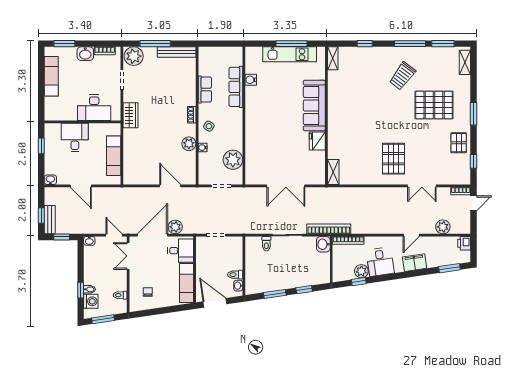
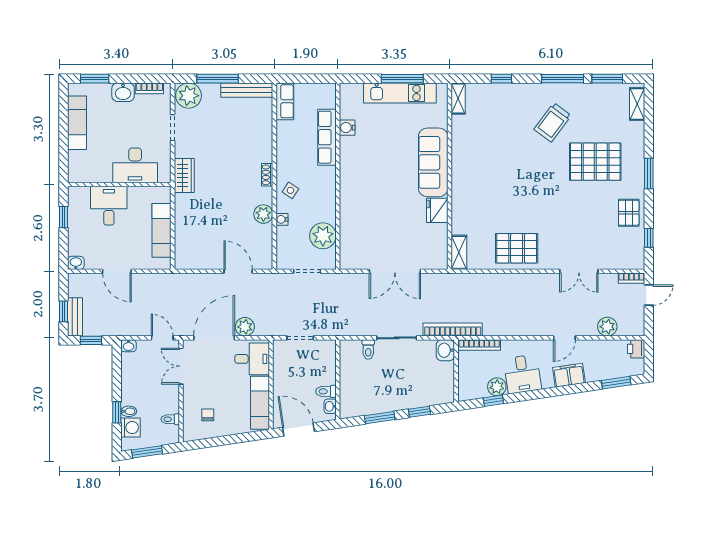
row of seats: (205, 90) -> (285, 101), moved
pallet: (394, 159) -> (517, 248), moved, turned 90

